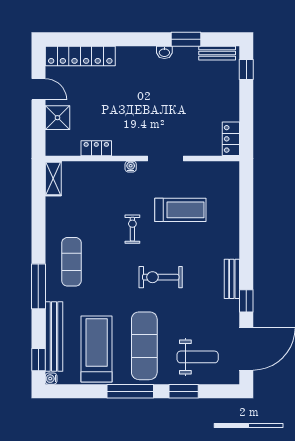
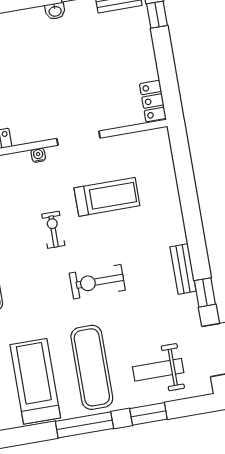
weight bench: (198, 357) -> (158, 370), turned 180

